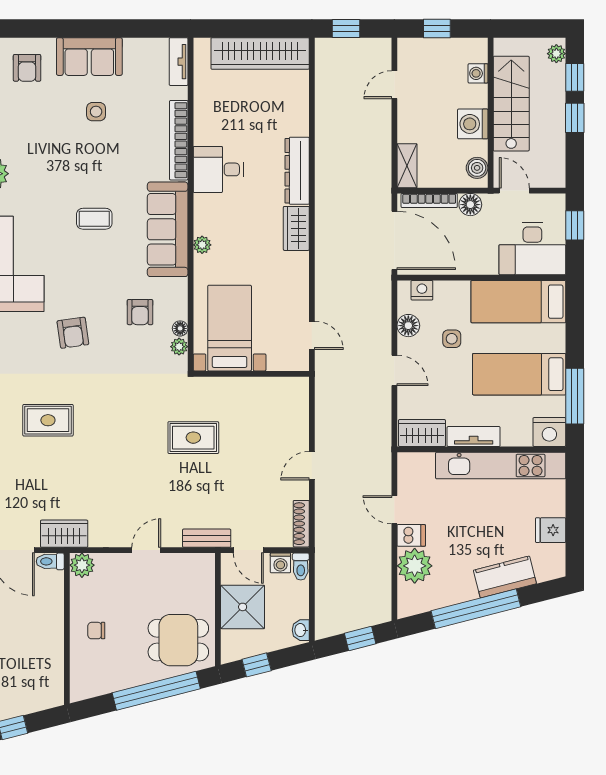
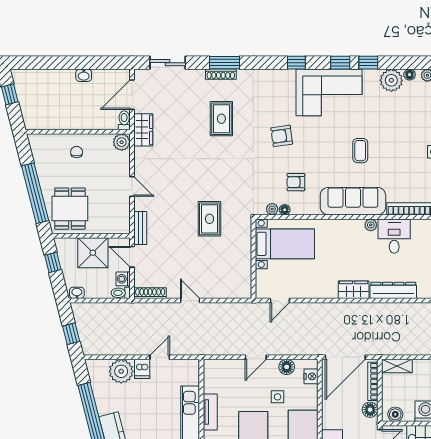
plant: (202, 245) -> (371, 225), moved
wardrobe: (422, 433) -> (213, 376), removed
door: (248, 550) -> (132, 257), hinge flipped

